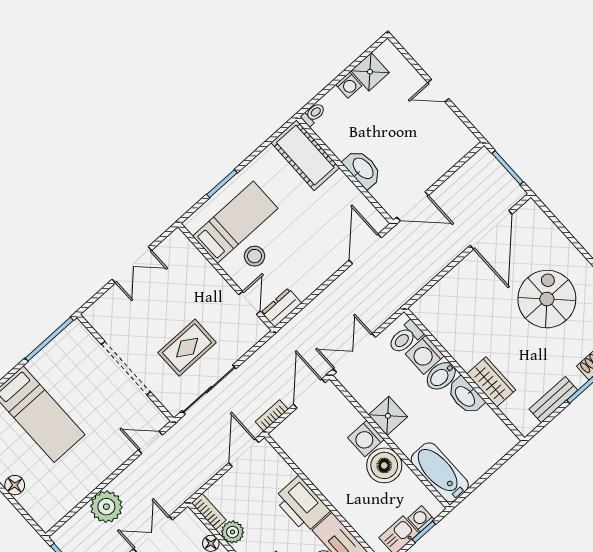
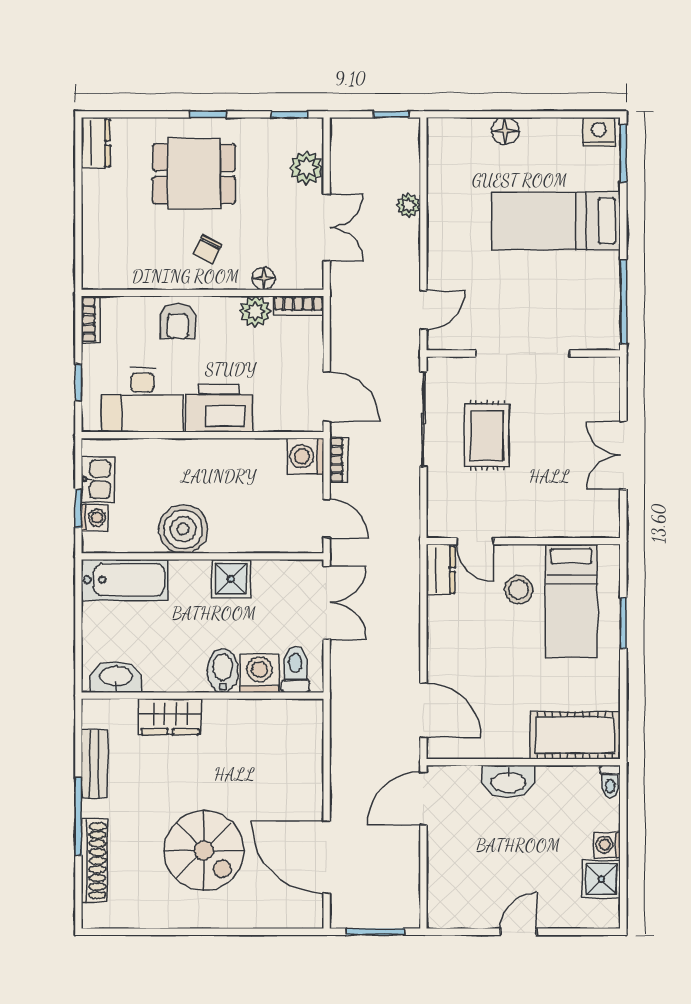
door: (309, 393) -> (327, 519), width x0.73
washbasin: (465, 396) -> (116, 677), moved
washing machine: (366, 439) -> (305, 456), moved, turned -90
plant: (106, 507) -> (409, 205), width x0.53, depth x0.53

